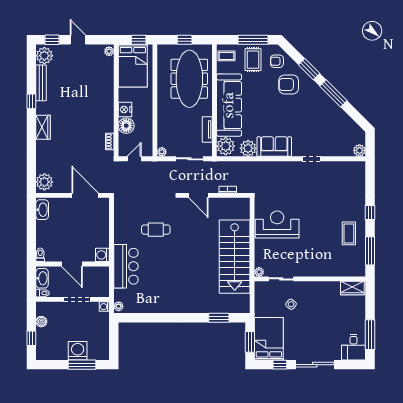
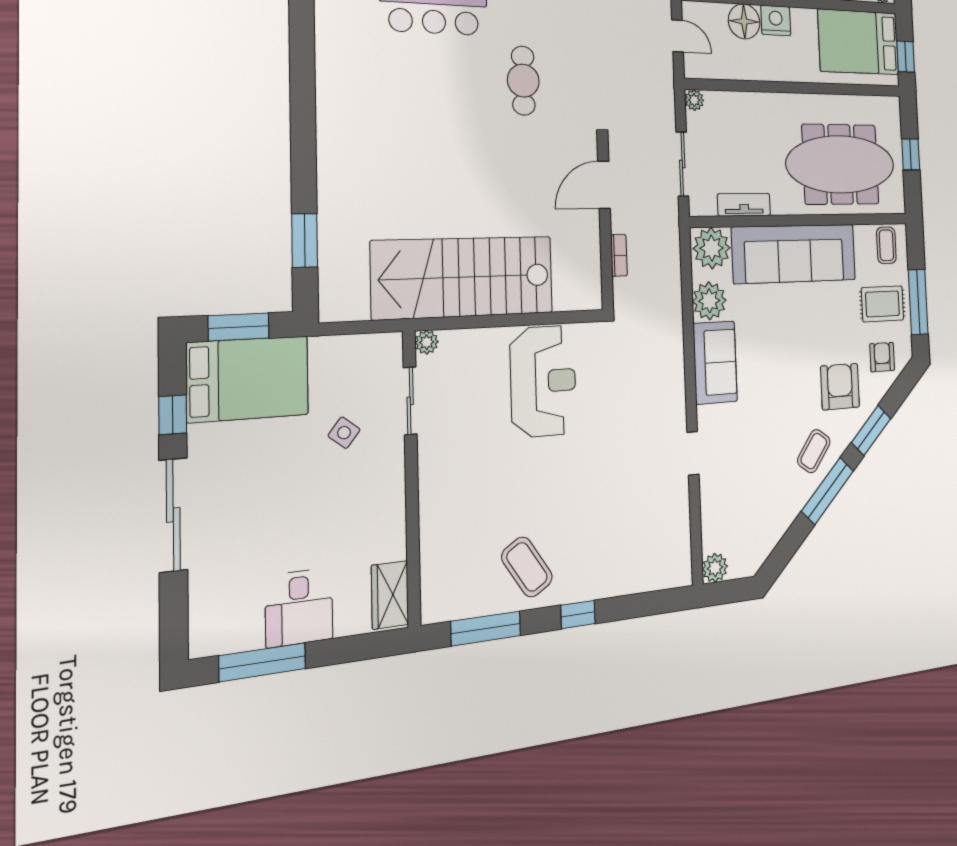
coffee table: (316, 100) -> (814, 451), added
coffee table: (349, 233) -> (527, 567), turned 57
desk: (353, 347) -> (299, 607), moved, turned -90

